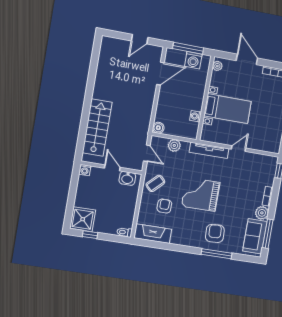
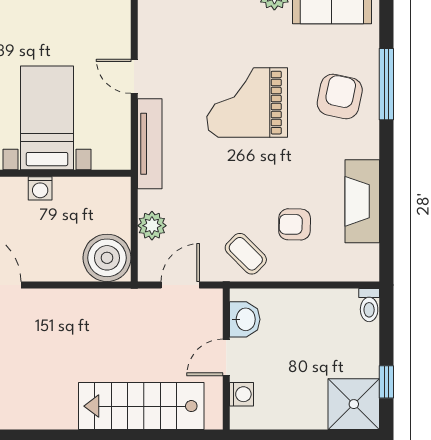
washing machine: (196, 116) -> (40, 188), moved
boiler: (158, 128) -> (107, 258), width x1.86, depth x1.86
washing machine: (85, 170) -> (242, 394), moved
grand piano: (201, 194) -> (247, 103), moved, turned 90
armchair: (215, 233) -> (340, 96), turned 105
fireplace: (153, 234) -> (362, 201), moved

